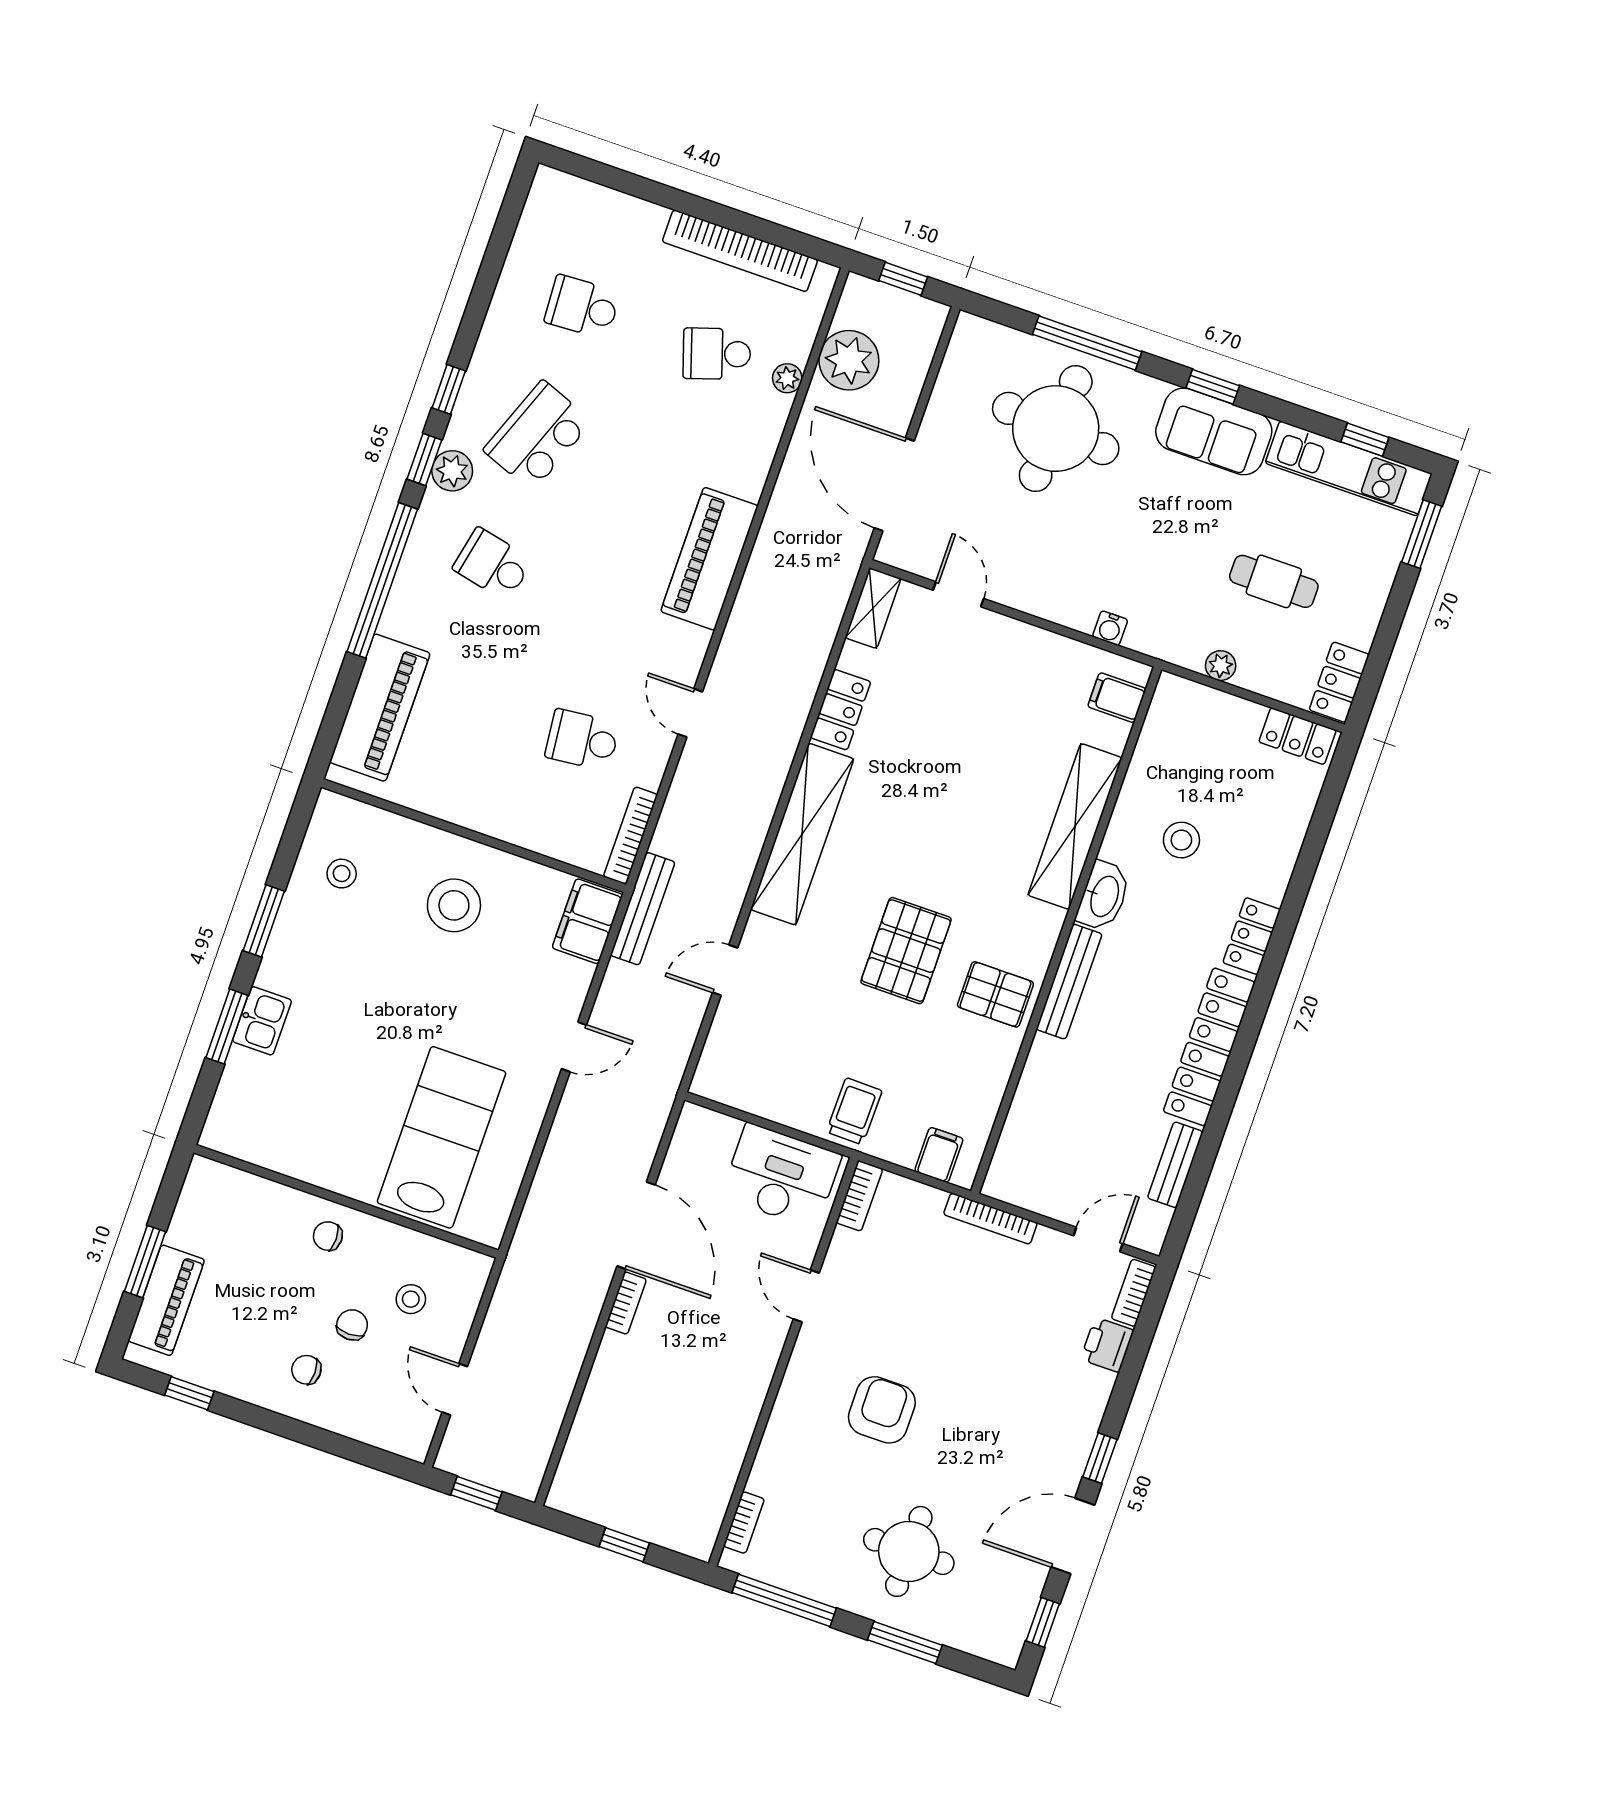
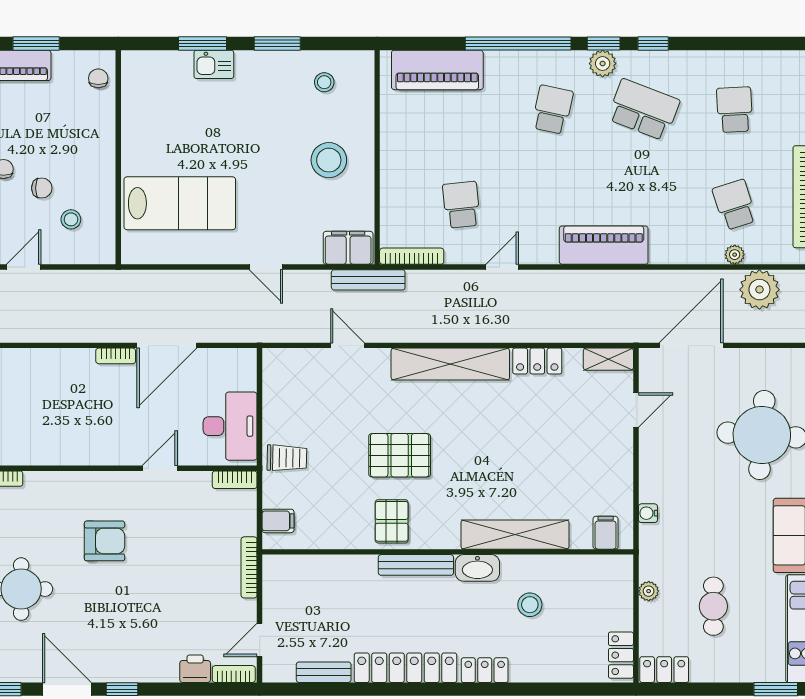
chair: (328, 1236) -> (98, 78), moved
door: (1098, 1240) -> (260, 640), swing flipped

